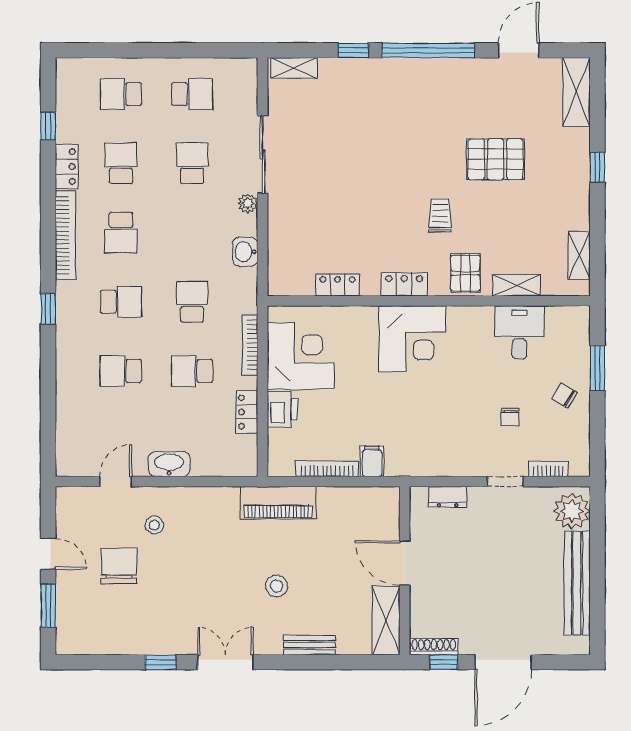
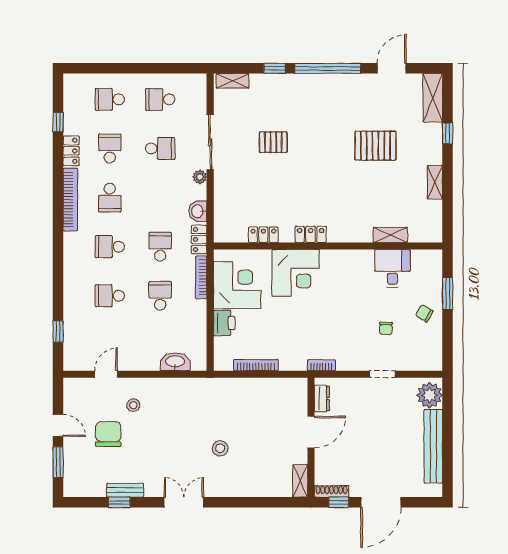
school desk: (192, 94) -> (160, 99), turned 180
school desk: (192, 163) -> (160, 148), turned 90
window: (597, 167) -> (448, 133), moved
trolley: (440, 216) -> (336, 186), removed
shelving: (579, 255) -> (435, 182), moved
pallet: (465, 273) -> (273, 142), moved, turned 90
school desk: (121, 302) -> (110, 247), turned 180
window: (48, 309) -> (58, 332), moved
corner desk: (412, 339) -> (296, 273), moved
school desk: (192, 371) -> (160, 296), turned 90
locker: (247, 412) -> (199, 239), moved
filing cabinet: (372, 461) -> (288, 360), removed
washbasin: (169, 464) -> (175, 362), moved
bookcase: (548, 469) -> (321, 365), moved
dresser: (448, 497) -> (322, 398), moved, turned -90
piano: (278, 503) -> (221, 389), removed
door: (405, 563) -> (311, 432), swing flipped
shelving: (386, 620) -> (300, 481), width x0.67, depth x0.75
bench: (310, 645) -> (125, 490), moved
window: (161, 662) -> (119, 502), moved

